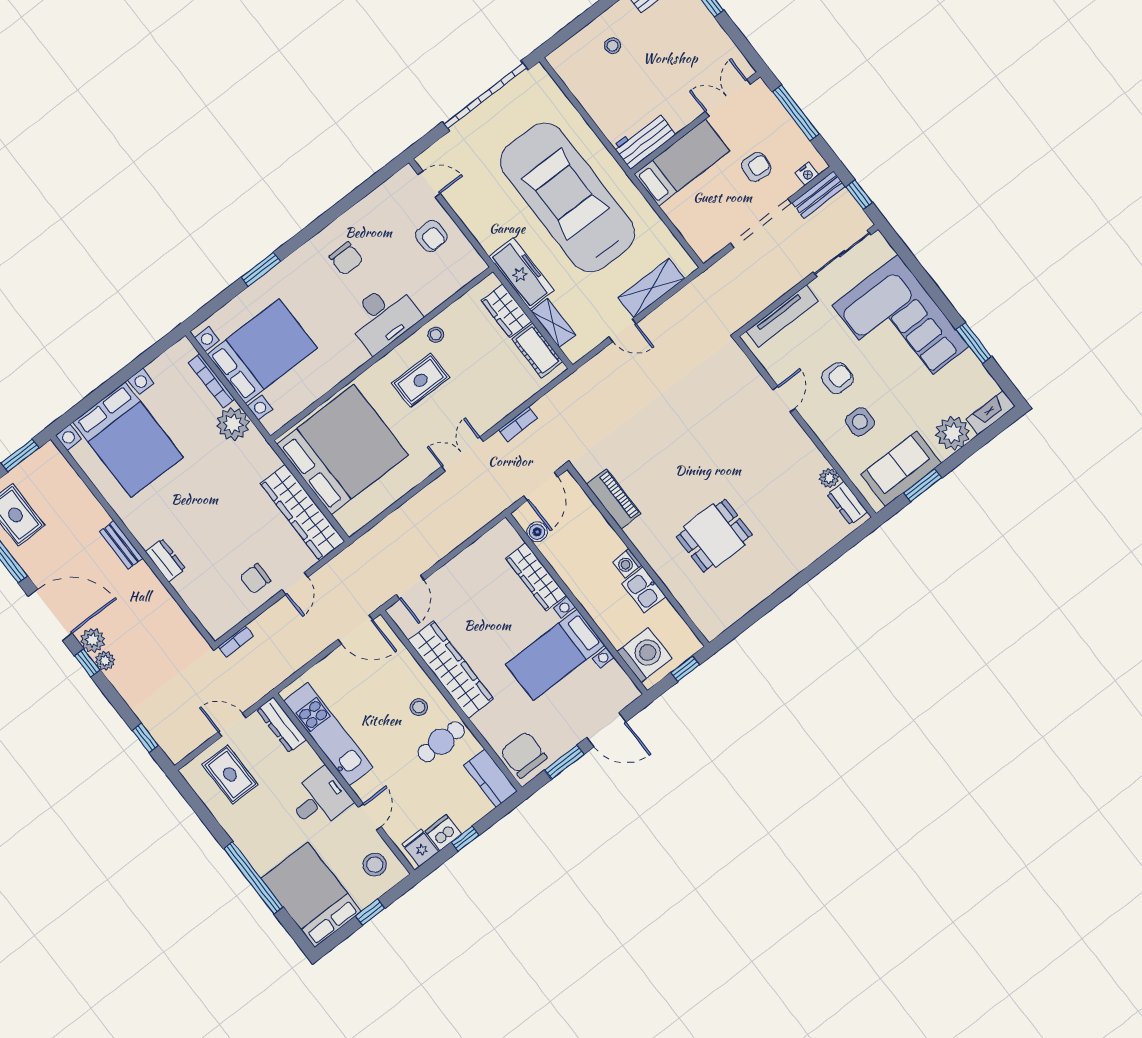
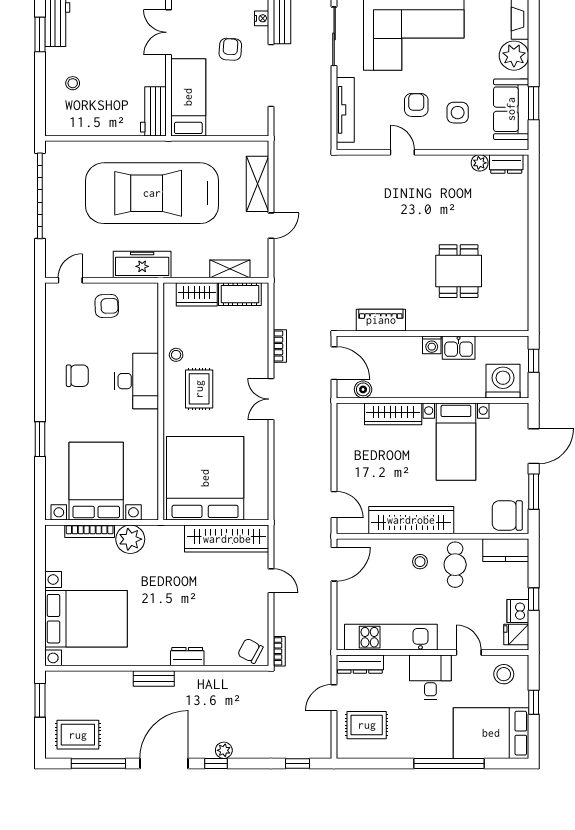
freezer: (521, 273) -> (142, 264), moved
chair: (255, 579) -> (250, 651), moved, turned 118
plant: (93, 640) -> (203, 748), removed

